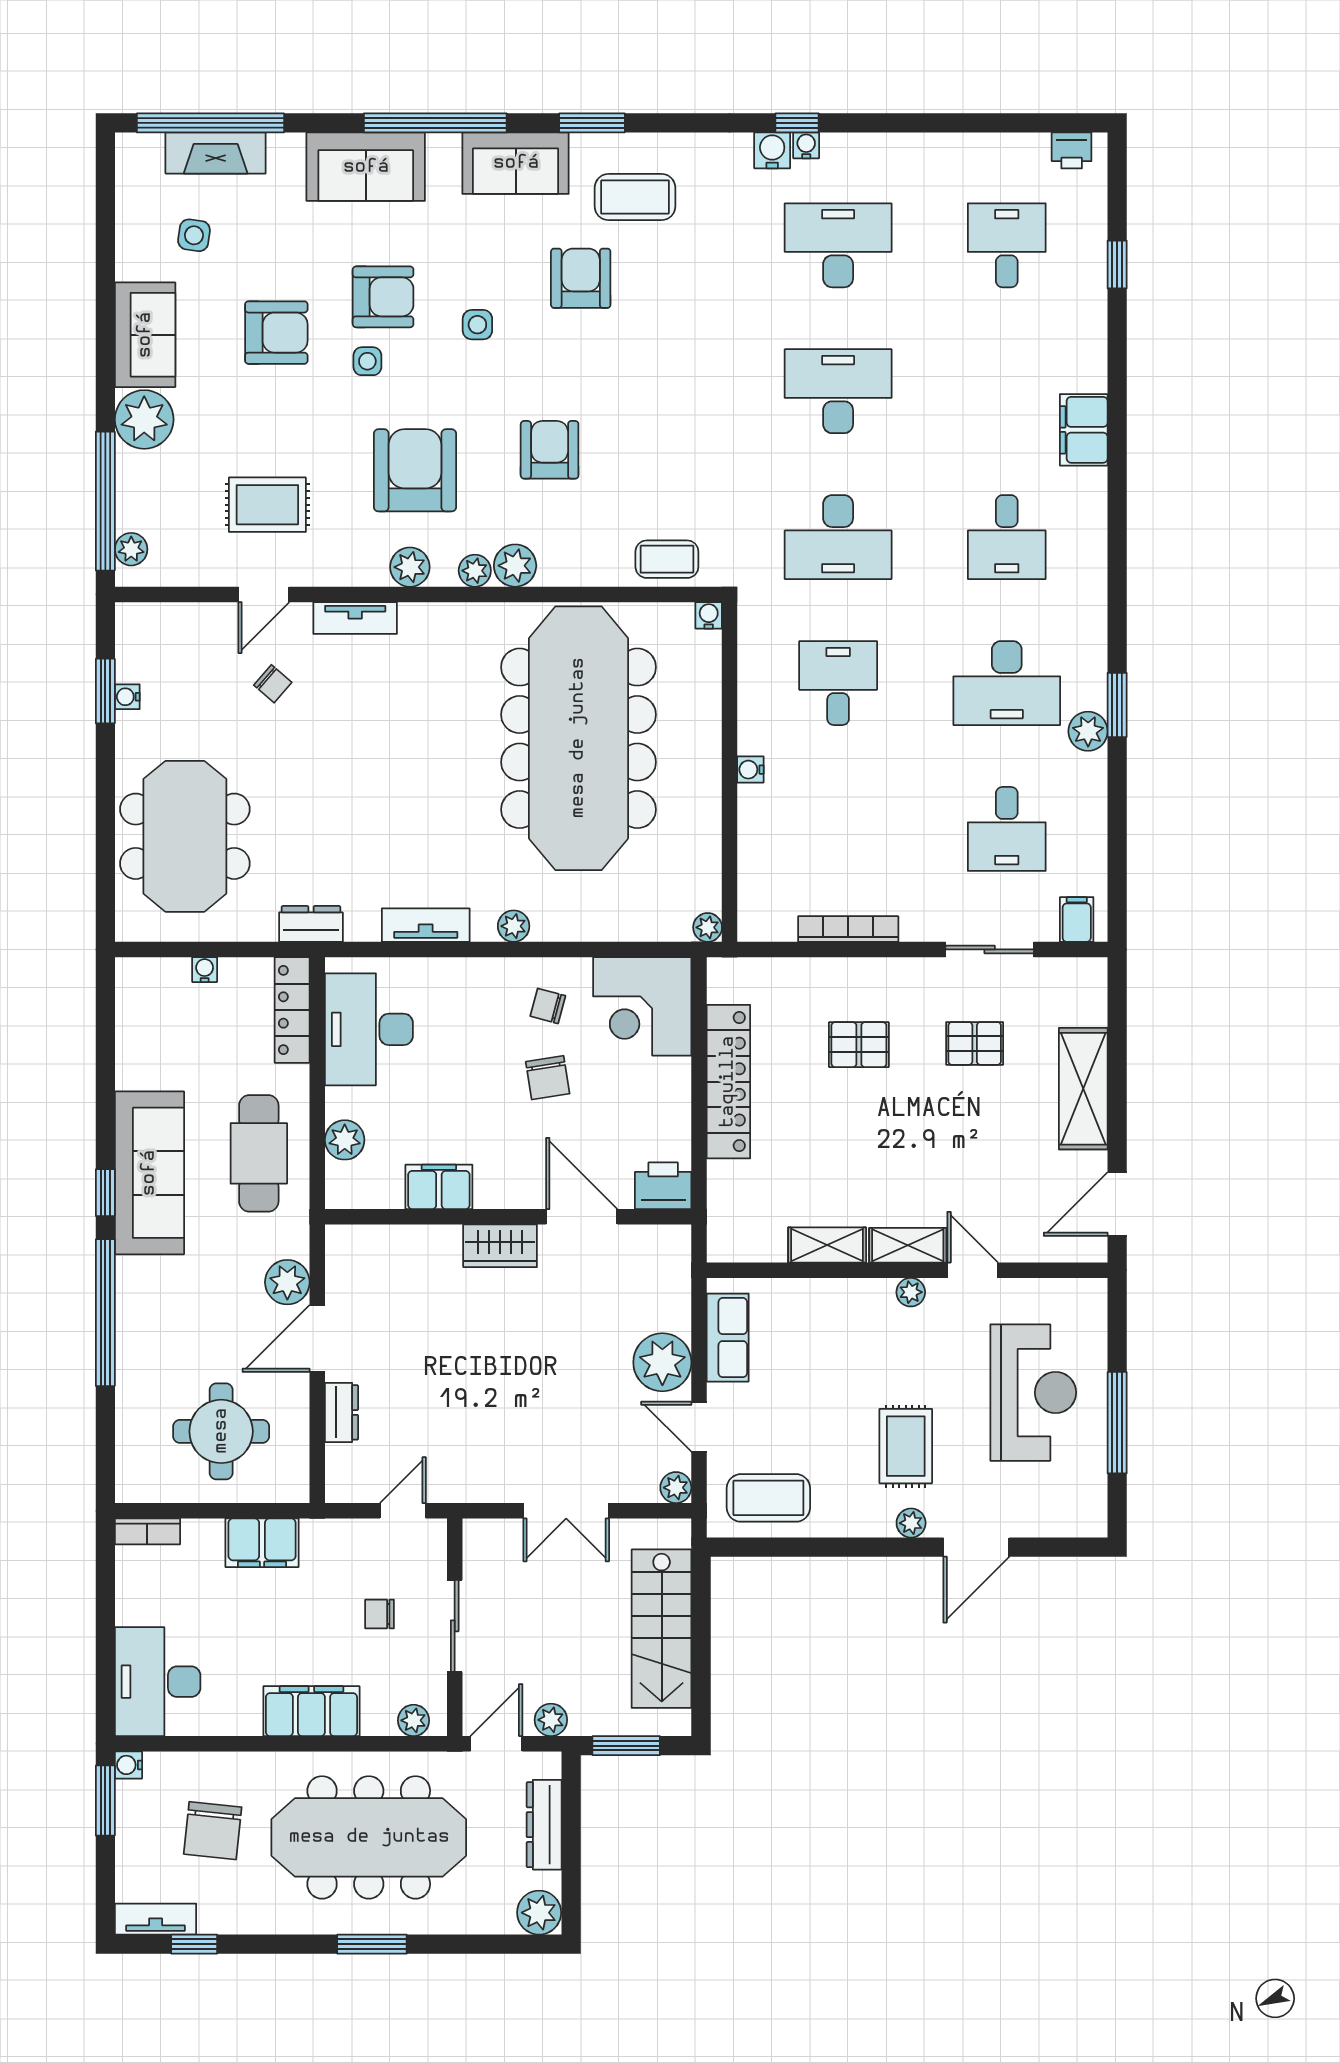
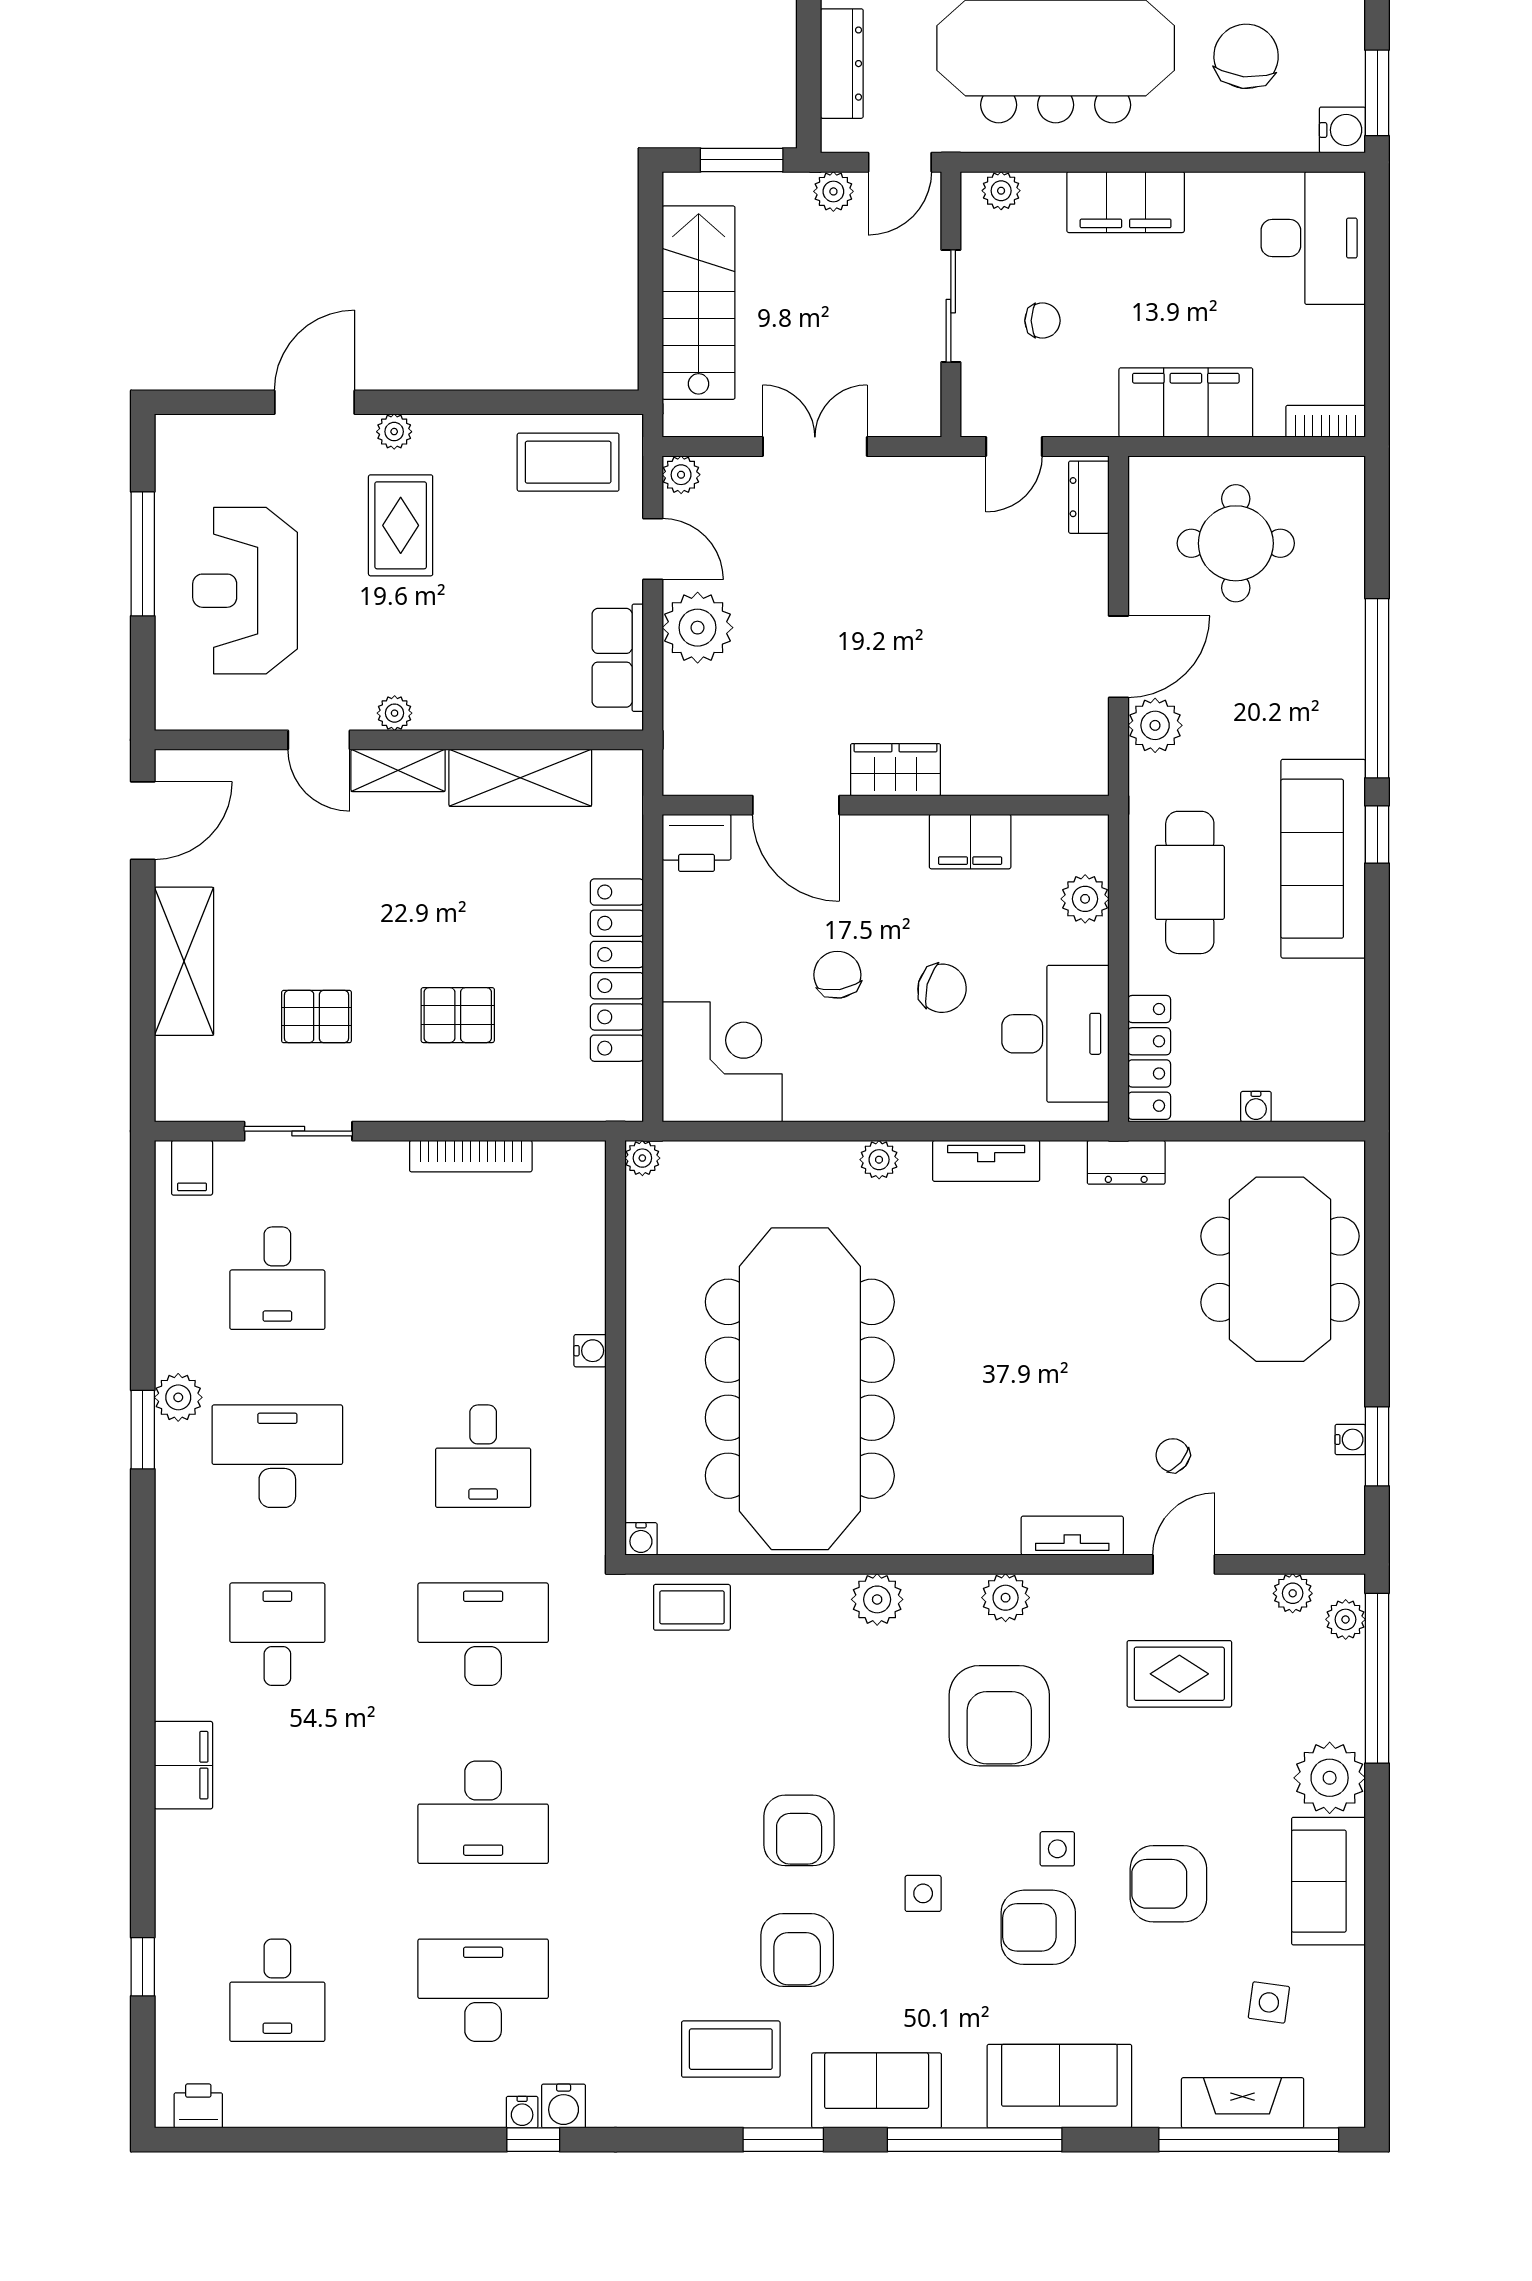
desk: (838, 245) -> (483, 1990), turned 180
armchair: (550, 450) -> (799, 1830), moved
plant: (475, 571) -> (1293, 1593), moved
desk: (1007, 829) -> (277, 1278), turned 180
chair: (548, 1006) -> (942, 988), moved, width x1.37, depth x1.37
shelving: (827, 1245) -> (520, 778), width x1.50, depth x1.33
dresser: (342, 1412) -> (1089, 497), moved
filing cabinet: (262, 1543) -> (1186, 402), width x1.50, depth x1.17
water cooler: (128, 1765) -> (1342, 130), width x1.38, depth x1.38

